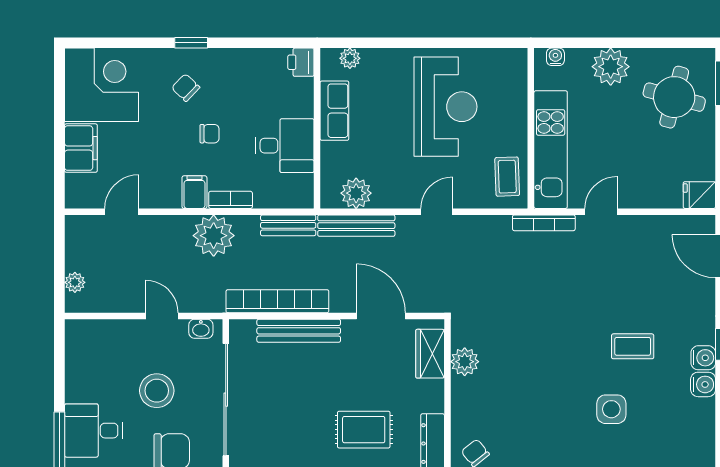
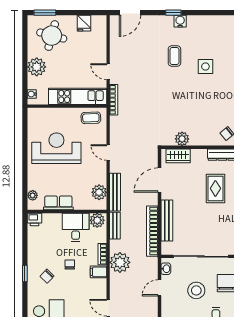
plant: (299, 189) -> (97, 220), added
fridge: (699, 195) -> (84, 23), moved
water cooler: (703, 384) -> (193, 21), removed

